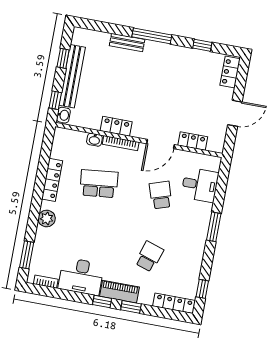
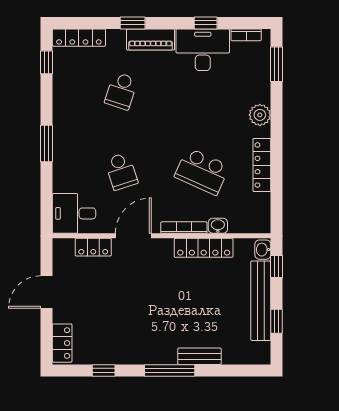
locker: (116, 126) -> (204, 248), width x1.53
school desk: (99, 184) -> (202, 171), turned 30
desk: (200, 185) -> (74, 213), moved
window: (102, 302) -> (206, 23), moved

